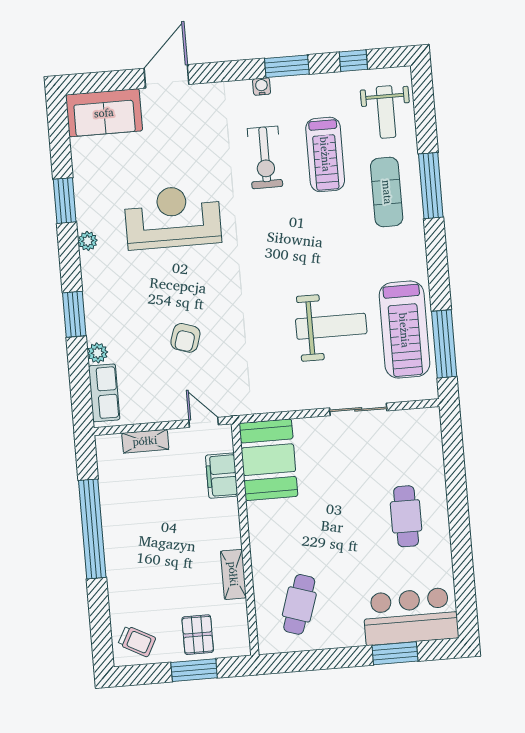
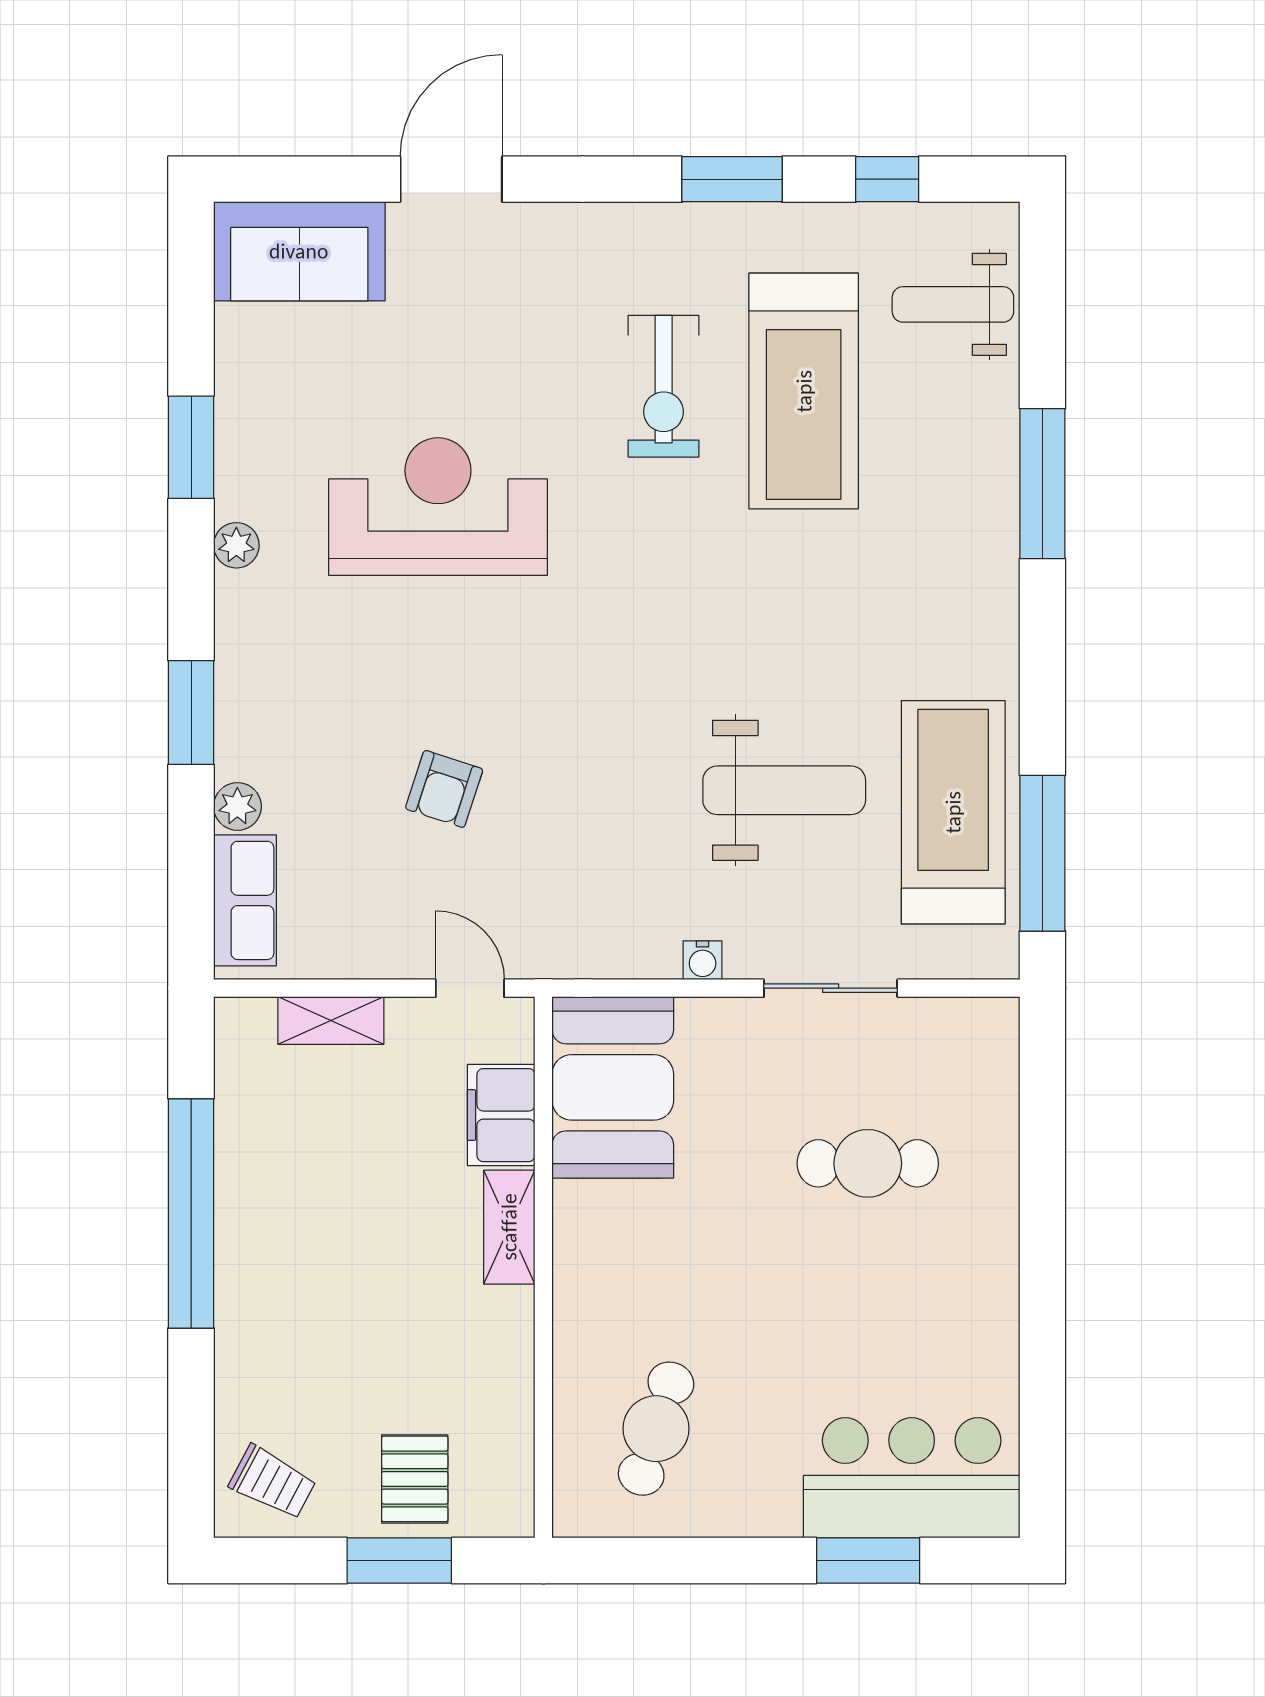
water cooler: (262, 86) -> (703, 960), moved, turned 180
weight bench: (386, 112) -> (953, 304), turned 90
treadmill: (325, 154) -> (804, 391), width x1.37, depth x1.38
exercise mat: (387, 192) -> (939, 490), removed
treadmill: (404, 330) -> (953, 812), turned 180
cafe table: (406, 516) -> (868, 1163), moved, turned 90
shelving: (233, 574) -> (509, 1227), moved

